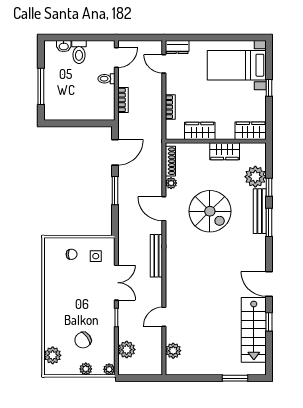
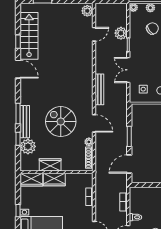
wardrobe: (200, 131) -> (54, 180), moved
door: (164, 317) -> (94, 34), moved
plant: (127, 350) -> (121, 33), moved
plant: (173, 351) -> (87, 11), moved

